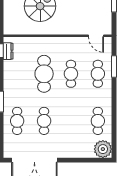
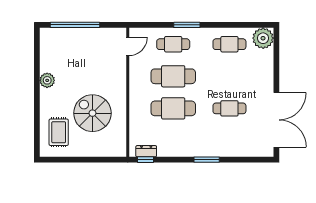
window: (114, 67) -> (187, 25), moved
cafe table: (71, 74) -> (173, 76), width x1.37, depth x1.35
cafe table: (17, 121) -> (229, 140), removed

